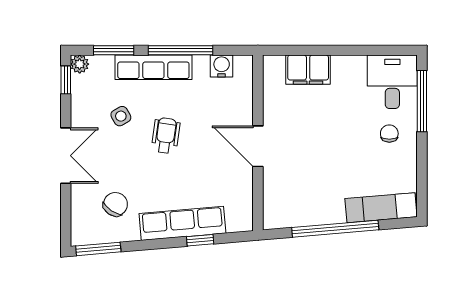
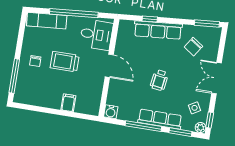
water cooler: (222, 66) -> (111, 112), moved
filing cabinet: (308, 70) -> (68, 103), width x0.50
desk: (392, 82) -> (96, 35), moved, turned -90
side table: (121, 116) -> (195, 108), moved
trolley: (337, 141) -> (65, 62), added

